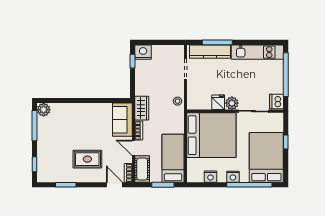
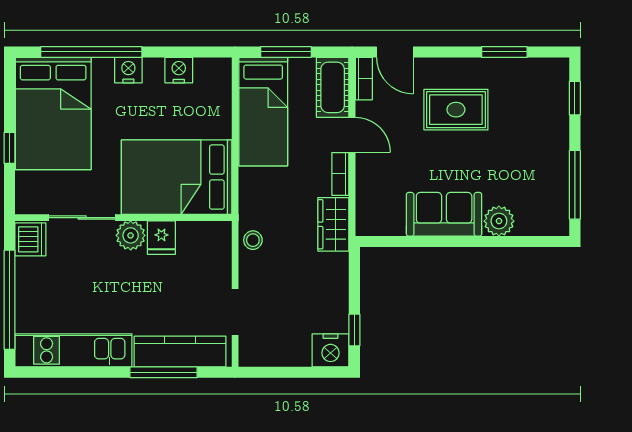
plant: (44, 110) -> (499, 221), moved
sofa: (122, 120) -> (444, 214), moved, turned -90
bed: (211, 135) -> (177, 177), width x0.73

